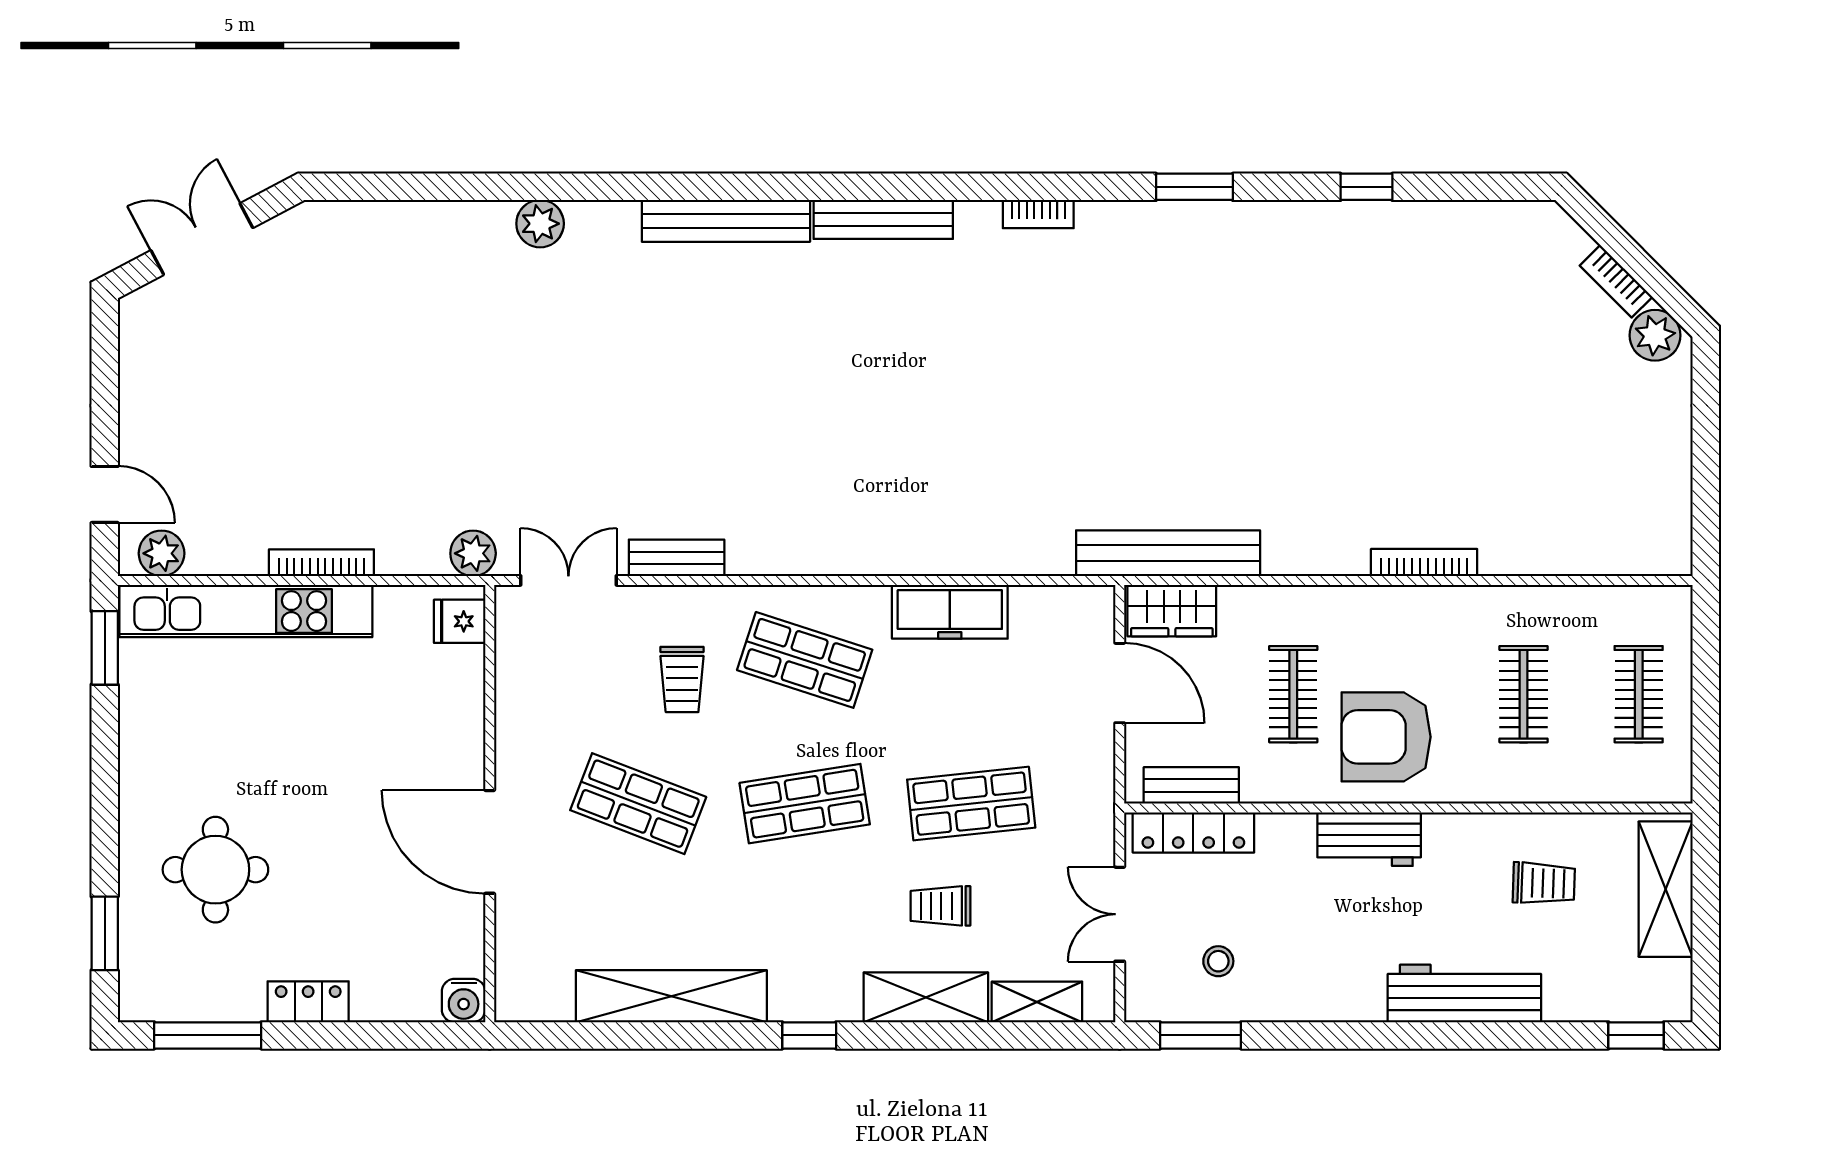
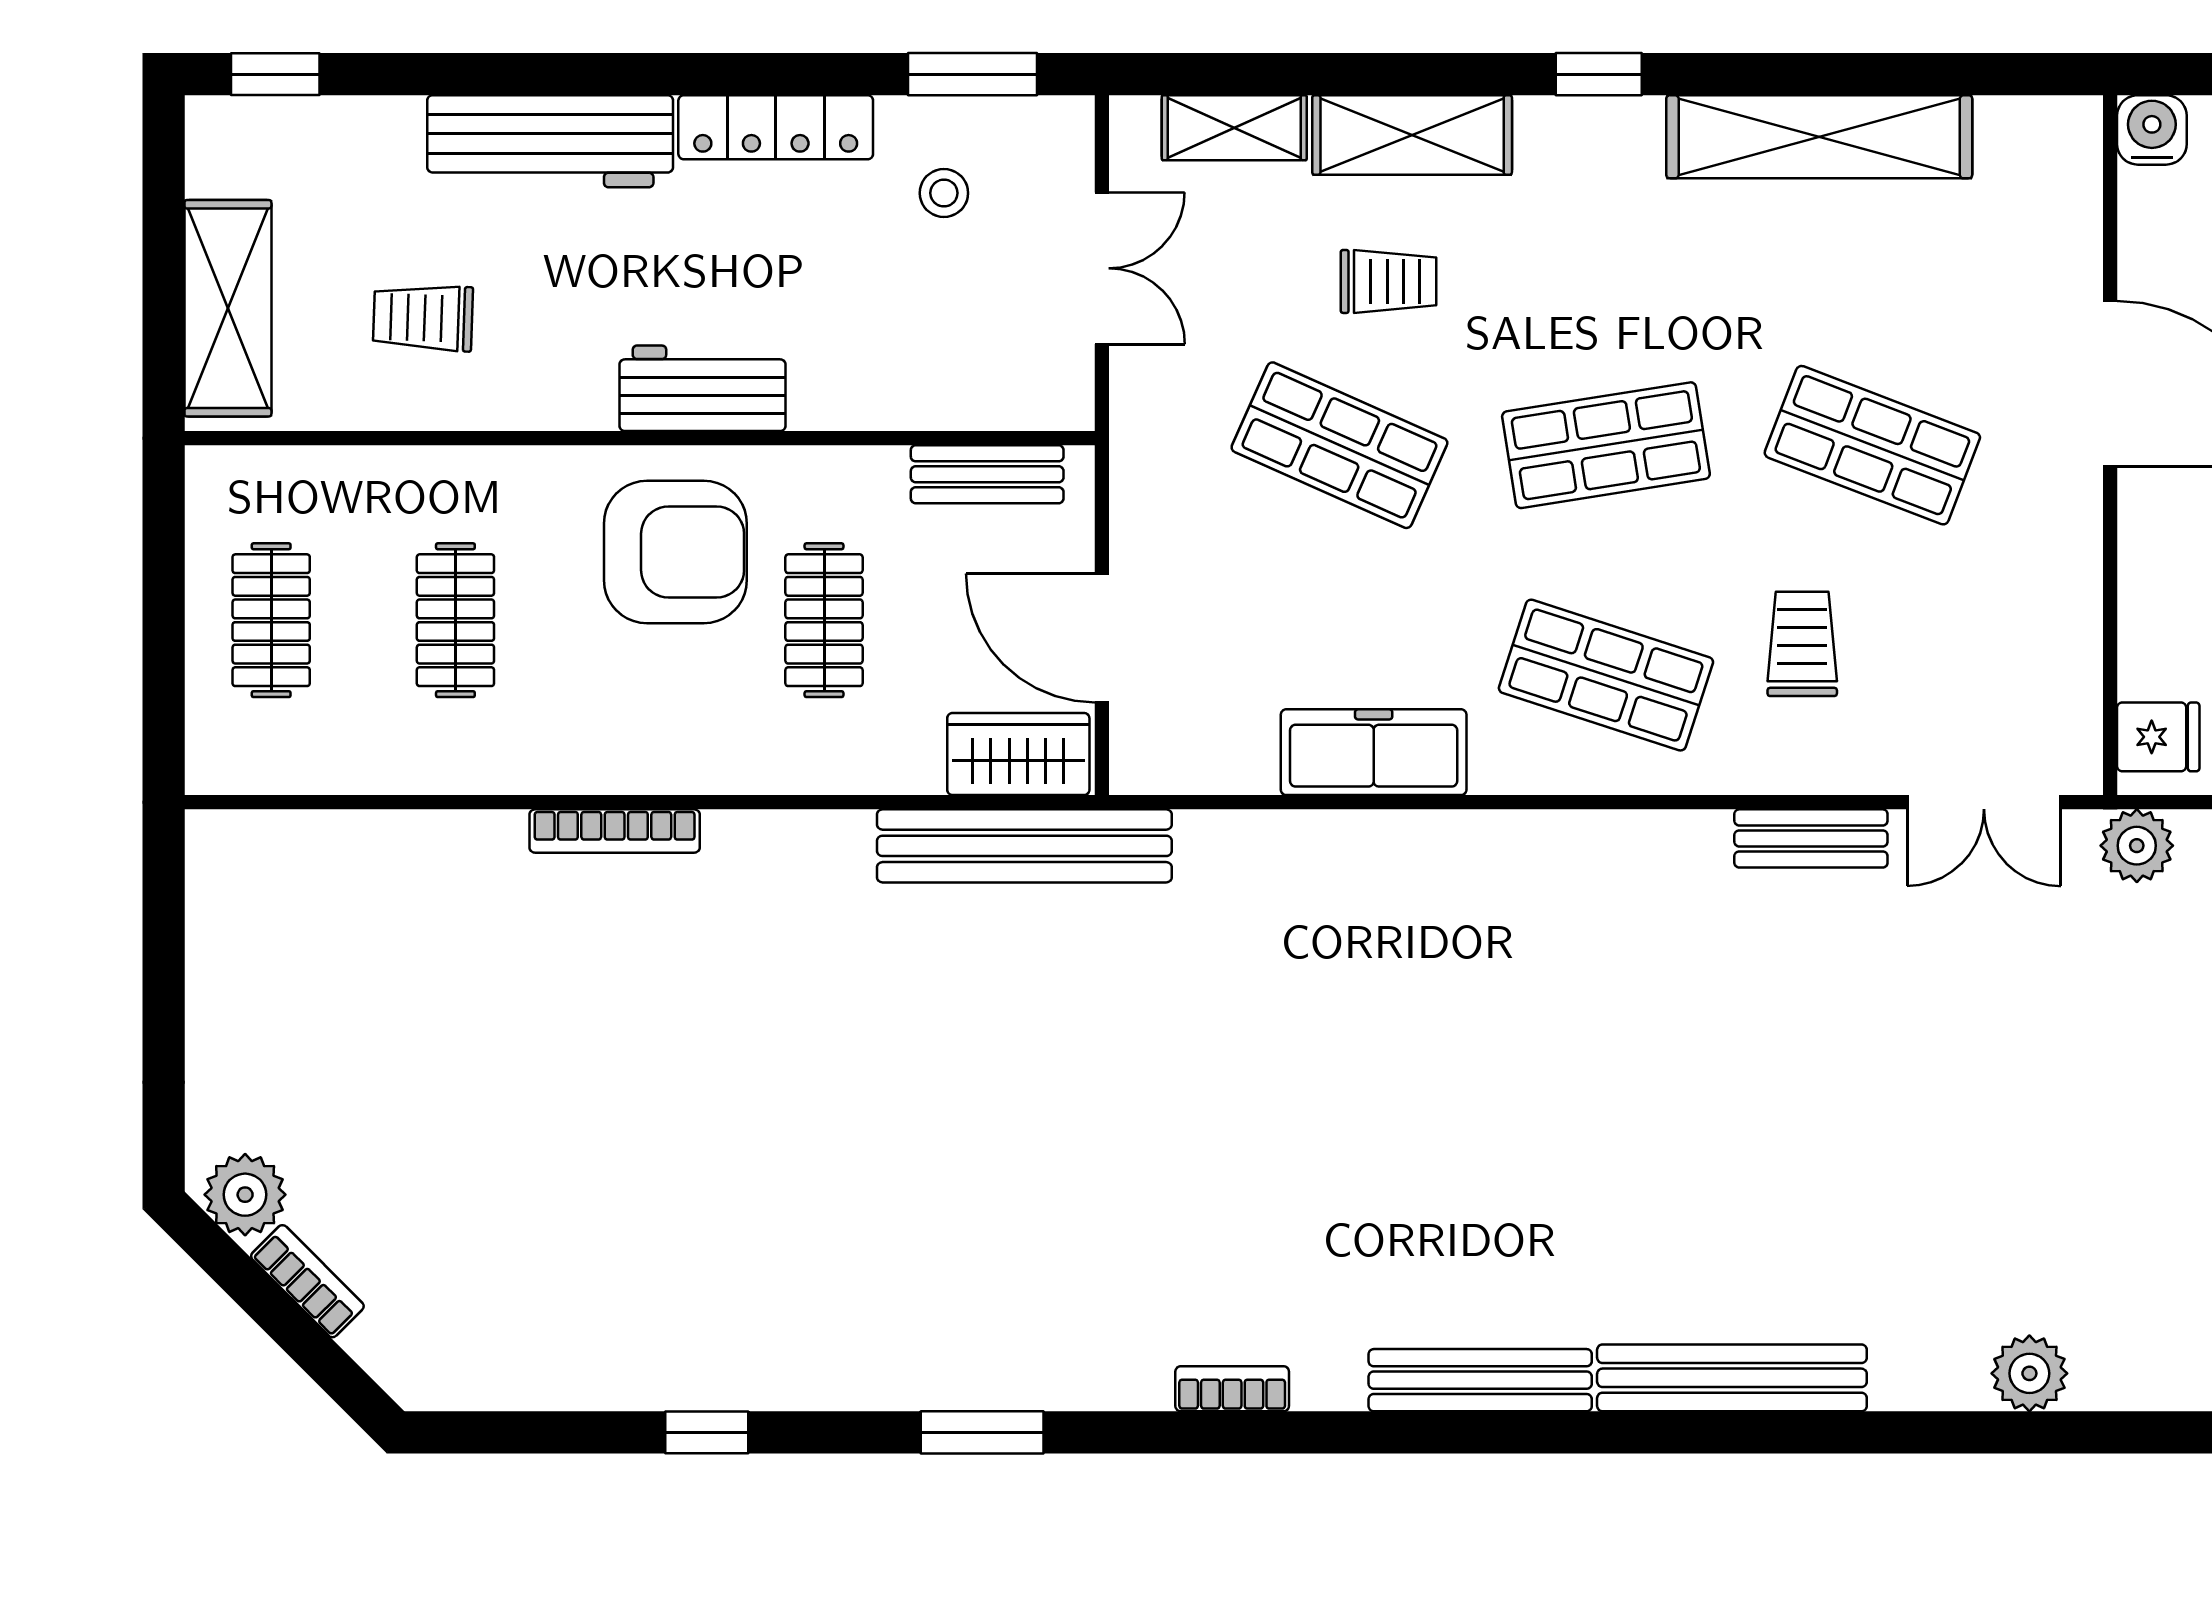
shop shelf: (971, 804) -> (1339, 445), turned 30
locker: (1193, 832) -> (776, 127), moved, turned 180

